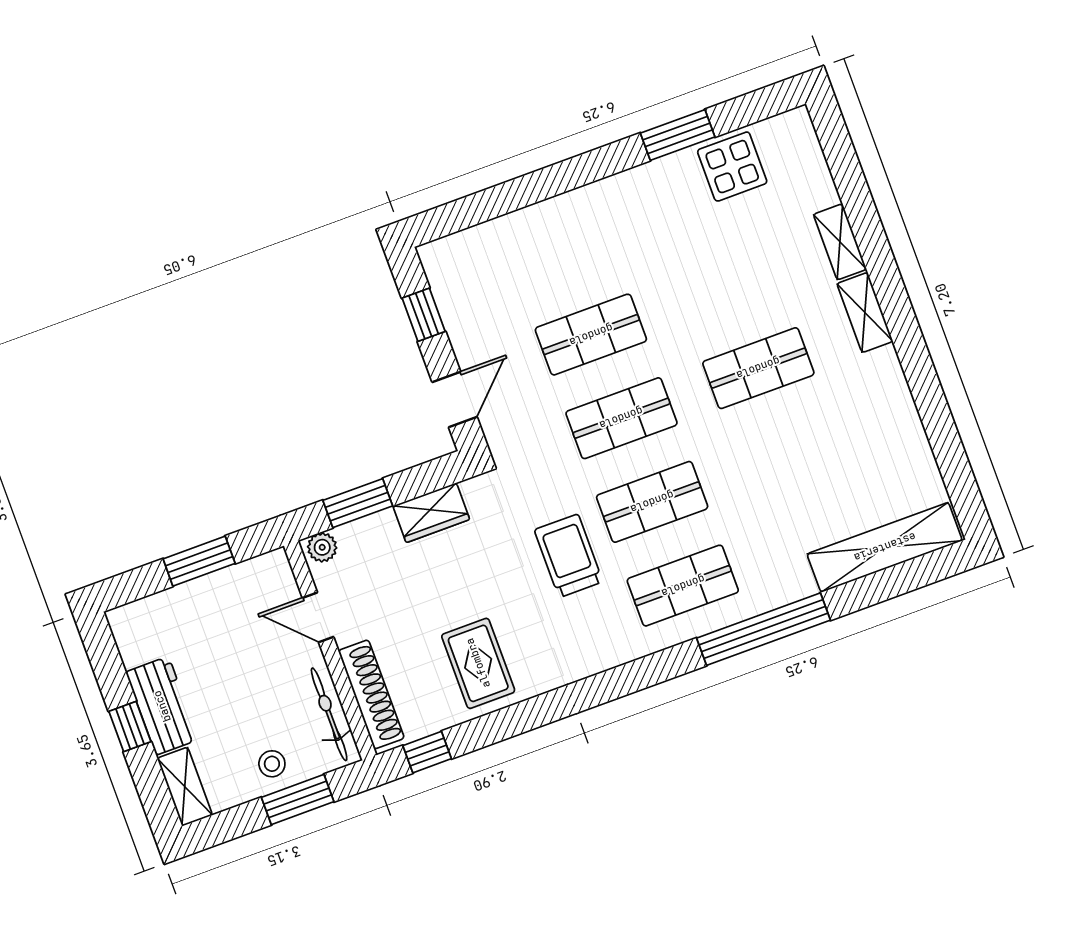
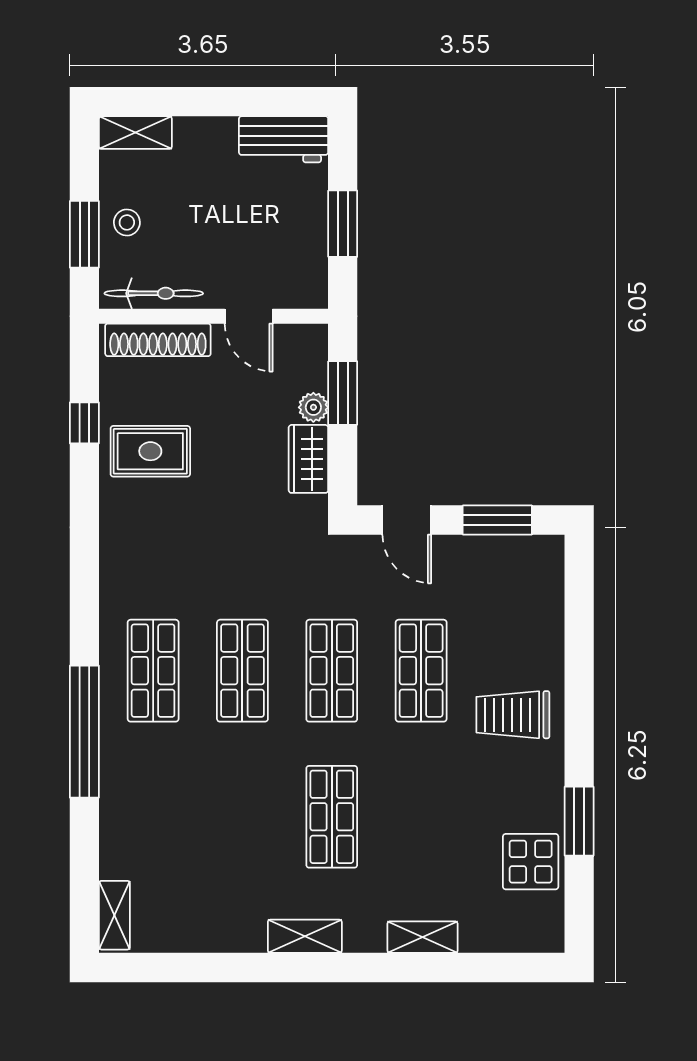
shelving: (865, 312) -> (305, 936), moved
window: (424, 315) -> (497, 520), width x1.50
plant: (322, 547) -> (313, 407), moved
shelving: (885, 547) -> (114, 915), width x0.45, depth x0.75
trolley: (569, 556) -> (513, 715), moved, turned 180
door: (318, 617) -> (249, 316), swing flipped
workbench: (162, 706) -> (284, 139), moved
window: (130, 726) -> (211, 102), removed
window: (427, 752) -> (84, 423), moved

